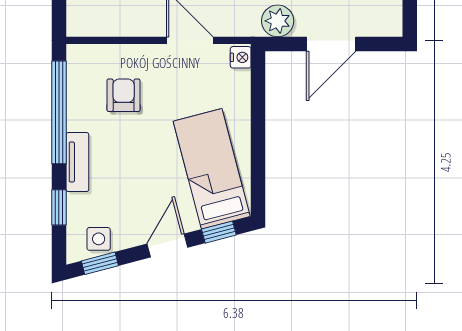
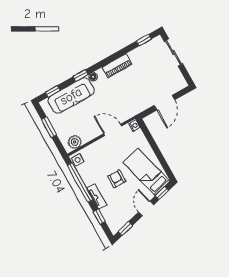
plant: (278, 21) -> (75, 142), moved
armchair: (124, 95) -> (117, 179), moved
side table: (99, 239) -> (78, 160), moved

